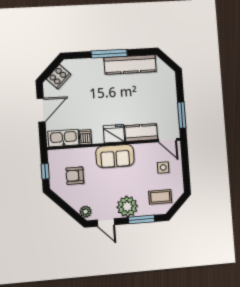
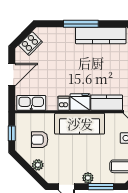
dishwasher: (85, 137) -> (64, 103), moved
sofa: (115, 156) -> (80, 124), width x1.36
plant: (127, 207) -> (88, 178), width x0.53, depth x0.53
plant: (86, 212) -> (38, 165), moved

